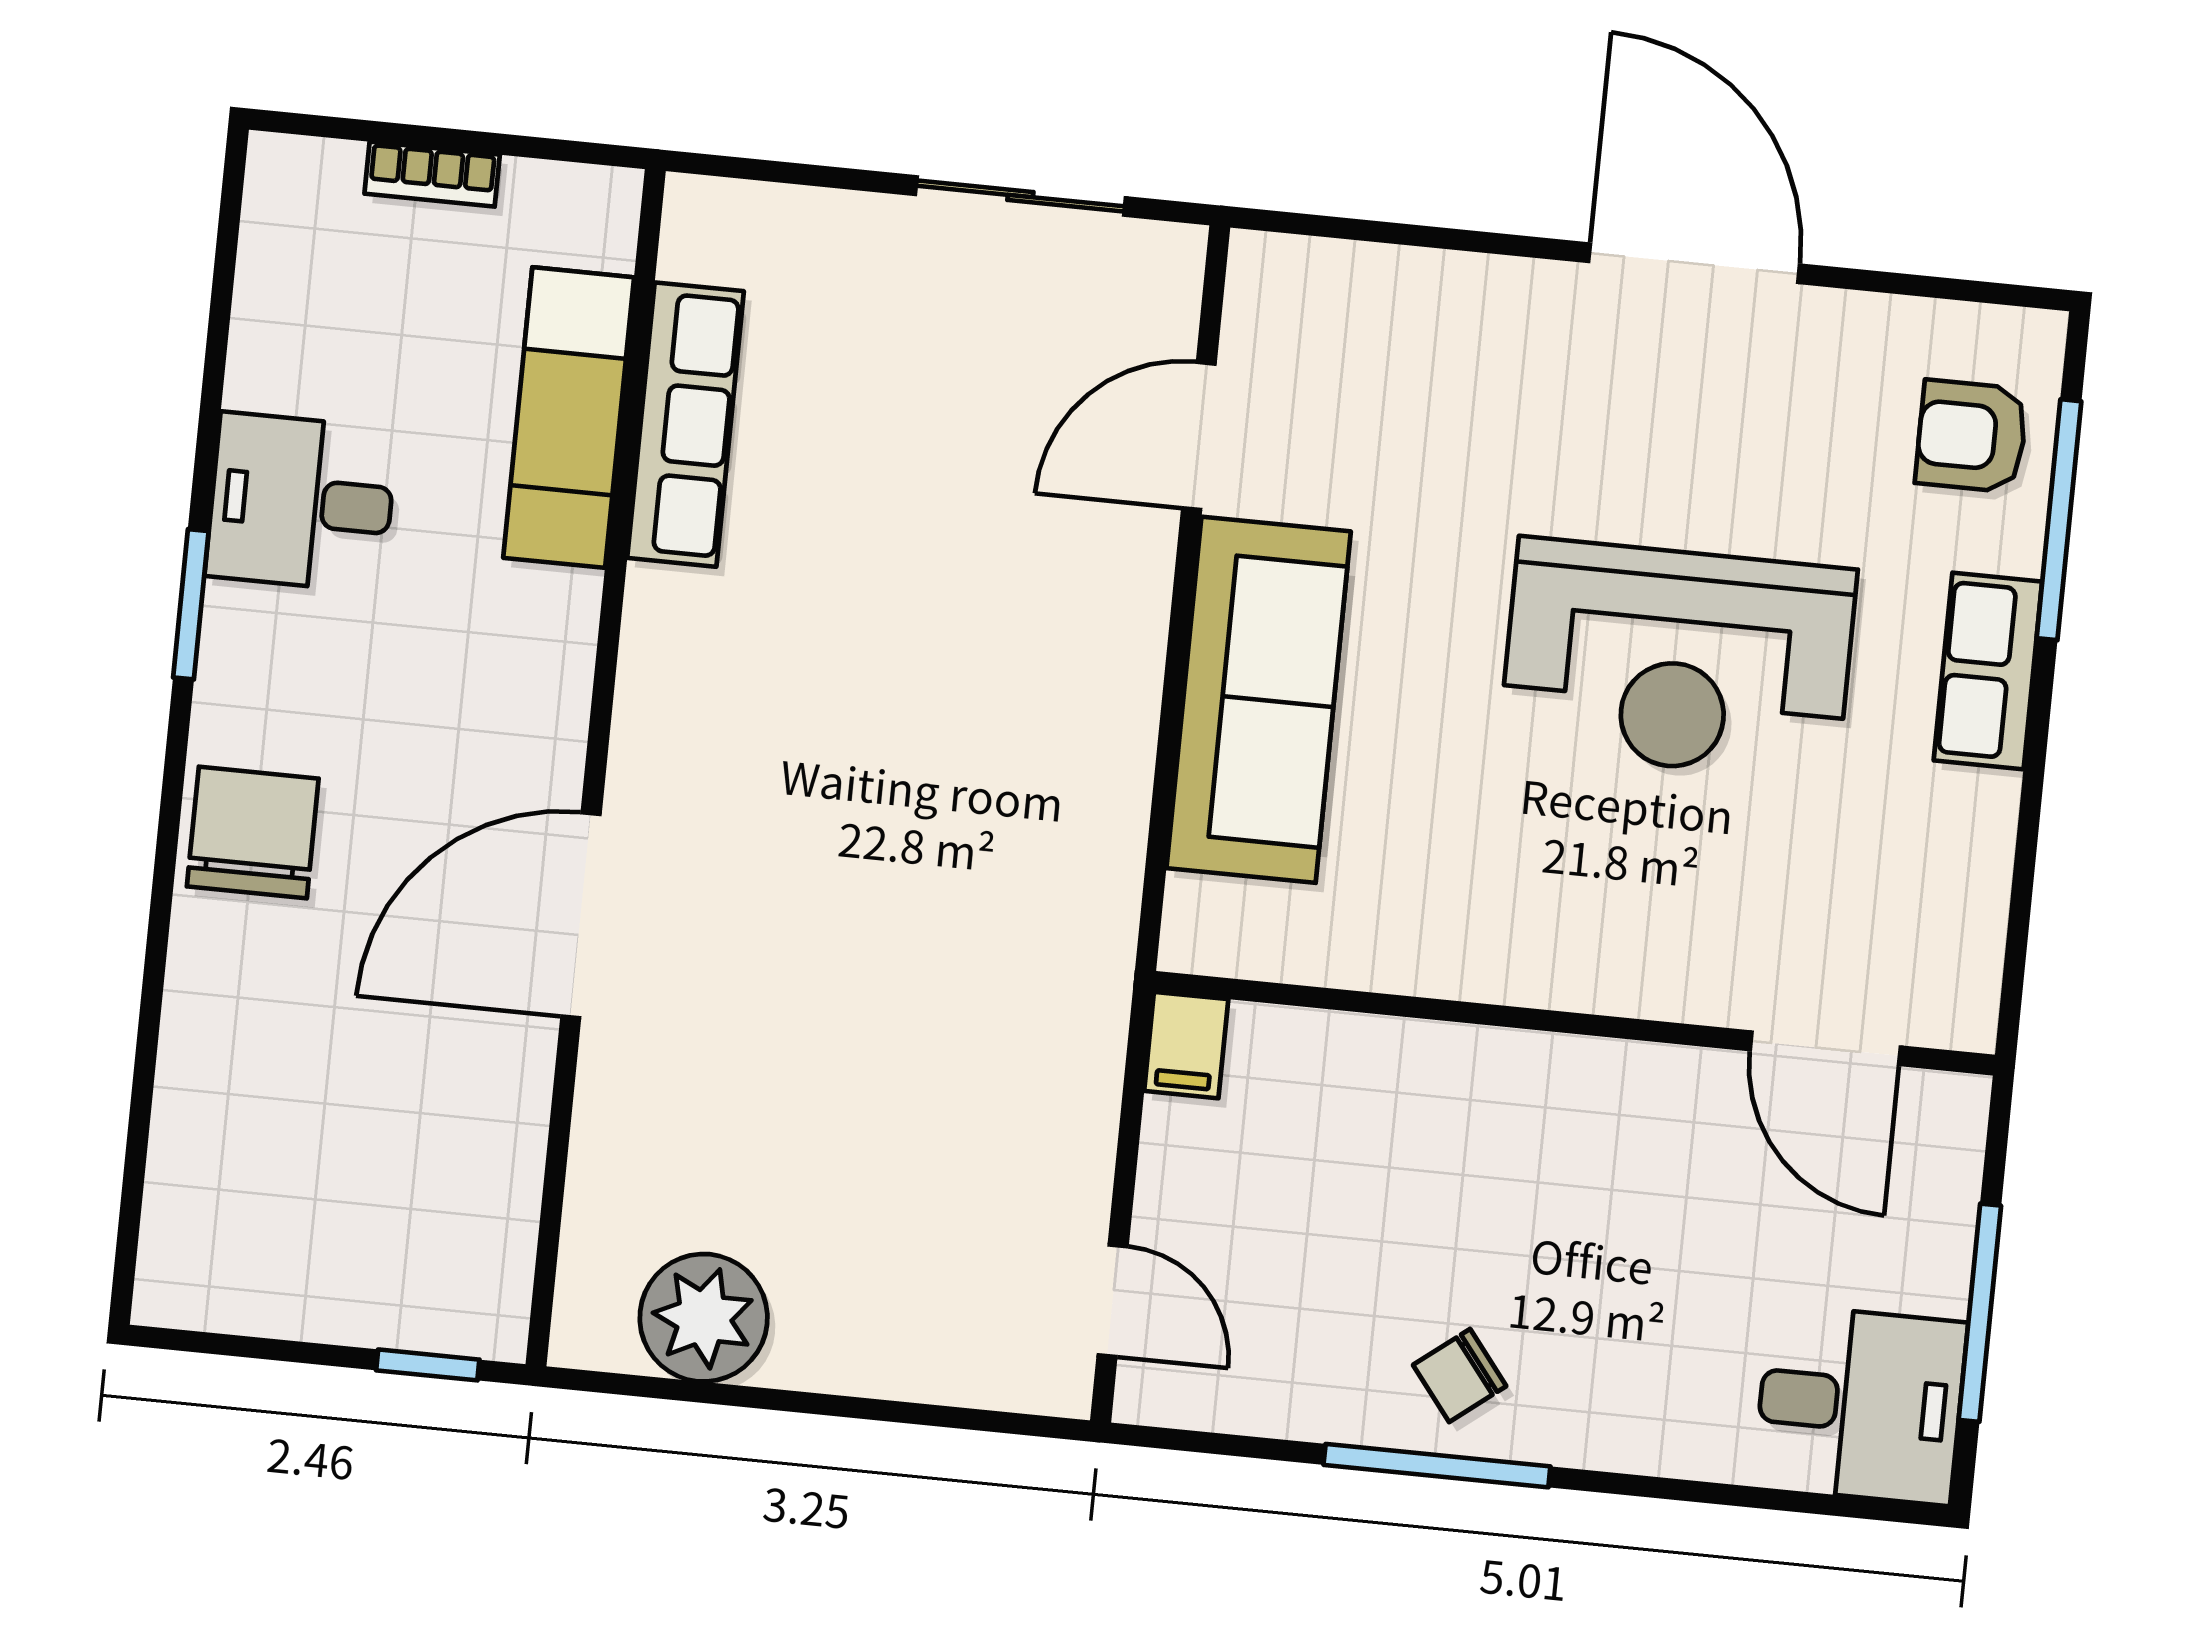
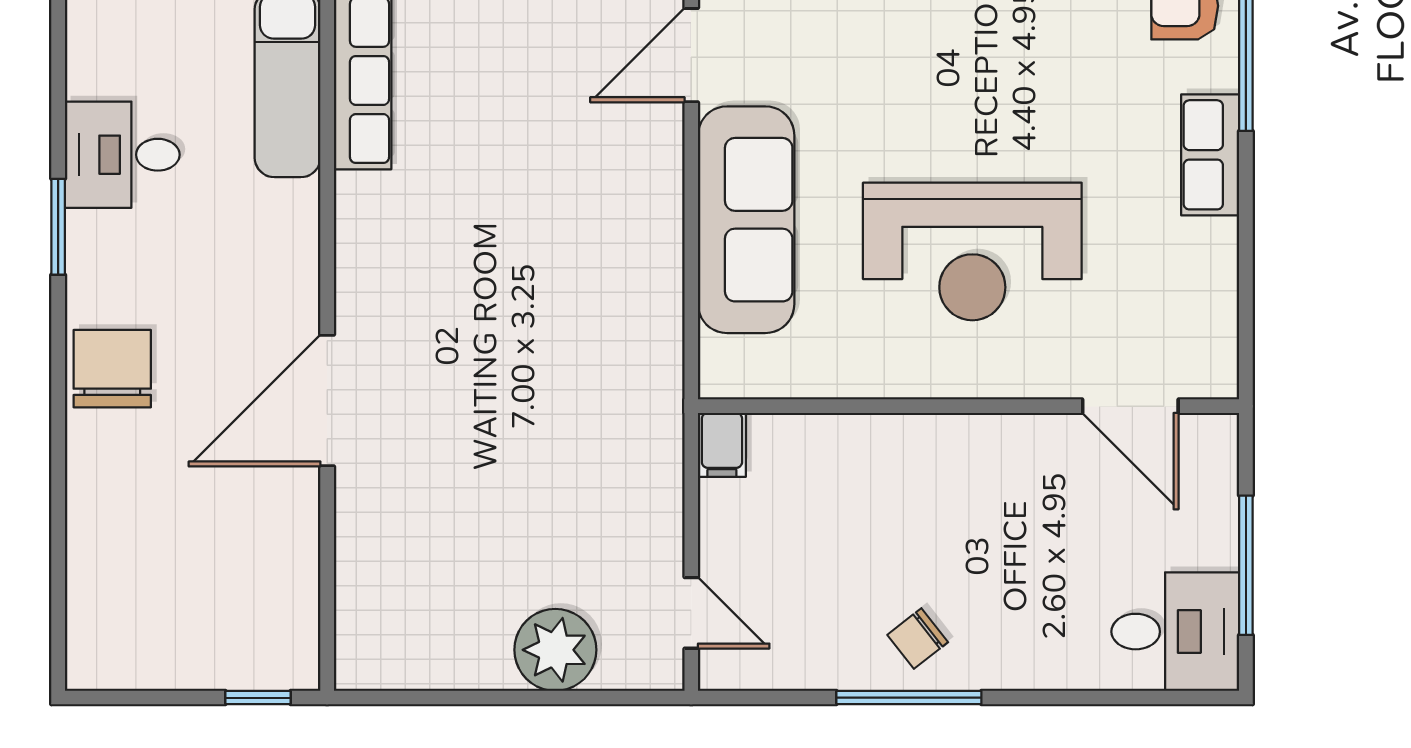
reception desk: (1678, 659) -> (972, 252), moved
plant: (704, 1318) -> (555, 650), moved

